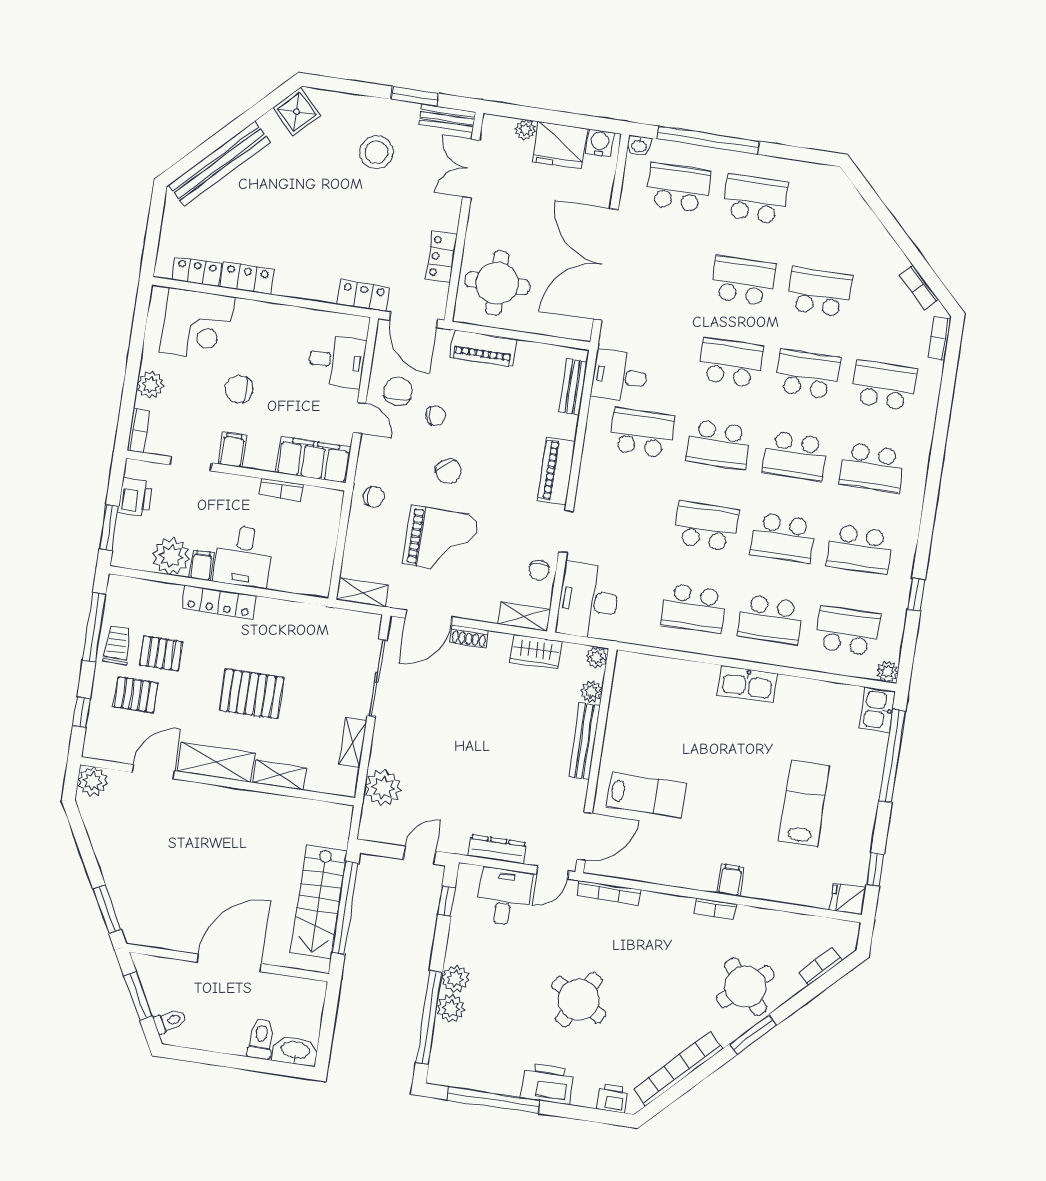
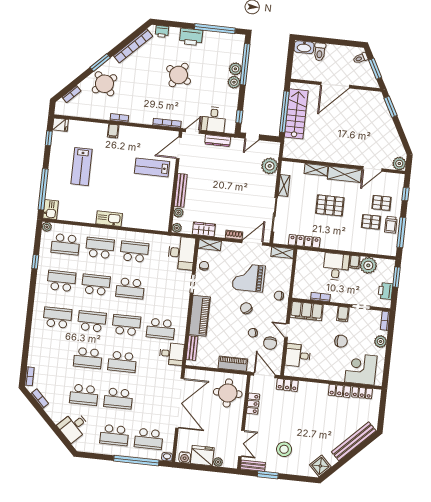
desk: (845, 222) -> (74, 427), added
school desk: (884, 386) -> (53, 354), removed
piano: (556, 471) -> (200, 316), width x1.37, depth x1.33
locker: (219, 602) -> (304, 241), moved

